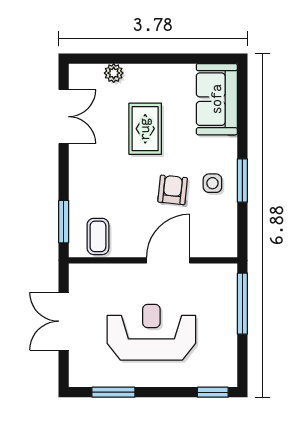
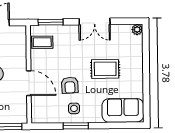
plant: (114, 73) -> (137, 30), moved
double door: (64, 117) -> (95, 22), moved
armchair: (173, 190) -> (70, 85), turned 81

